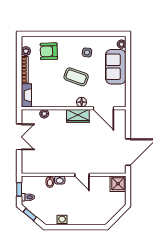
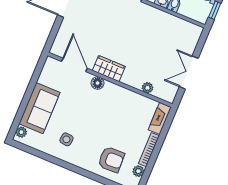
coffee table: (76, 77) -> (91, 116), removed

